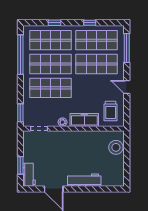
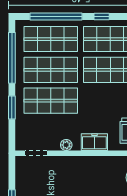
window: (55, 23) -> (56, 17), width x3.17
window: (20, 113) -> (12, 107), moved
freezer: (84, 120) -> (94, 142), width x0.71

